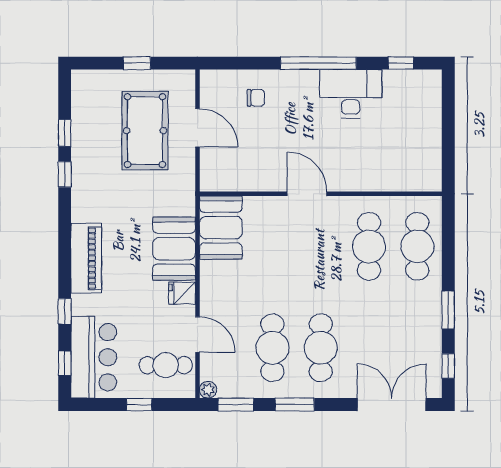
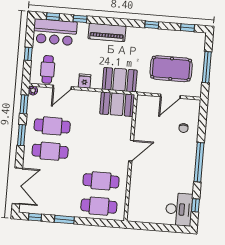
window: (137, 63) -> (207, 67), width x2.17
desk: (351, 94) -> (179, 209), moved
window: (65, 133) -> (188, 28), moved
booth: (174, 249) -> (120, 80), moved

